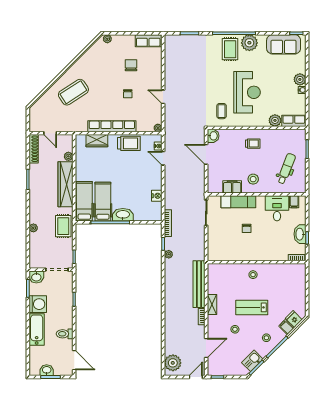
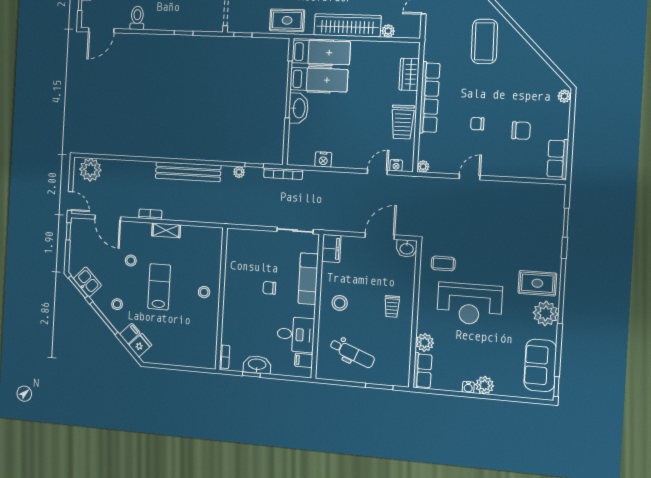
coffee table: (73, 92) -> (484, 41), turned 32
filing cabinet: (232, 187) -> (331, 248), moved
bench: (199, 284) -> (188, 172), moved

